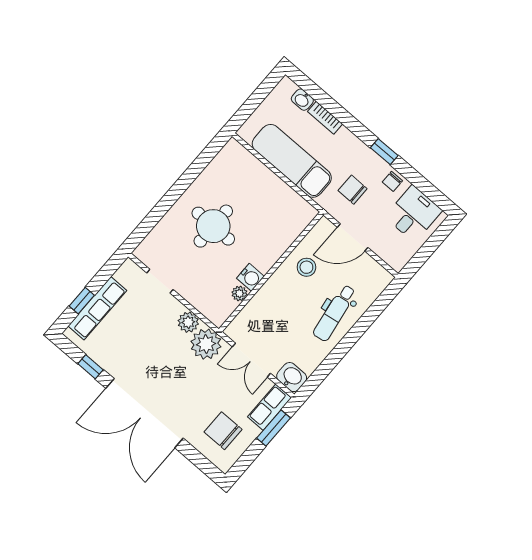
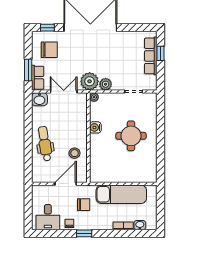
plant: (239, 293) -> (94, 97), moved
window: (90, 367) -> (47, 28), moved

